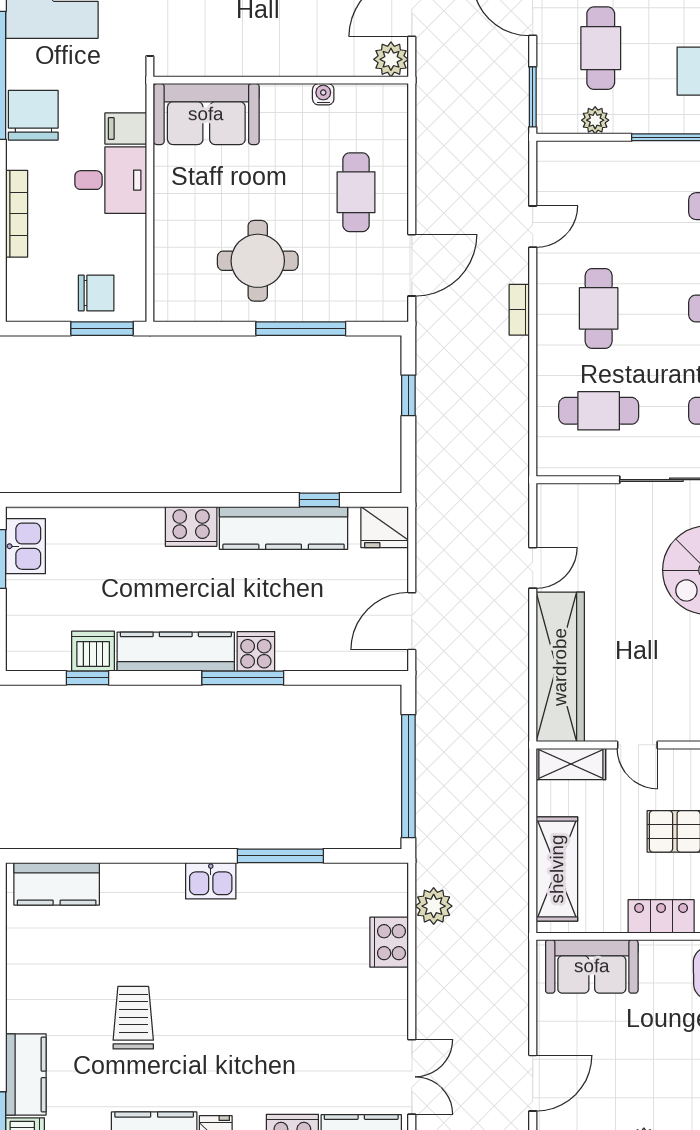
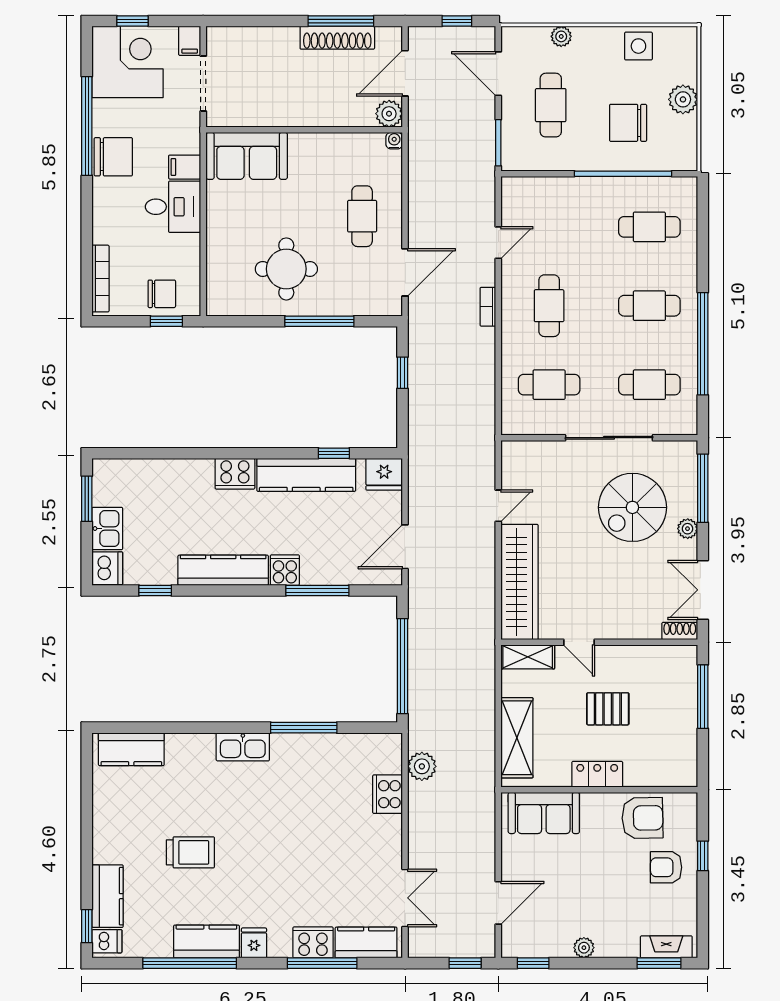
water cooler: (323, 94) -> (394, 141), moved
chair: (33, 115) -> (113, 157), turned 90
plant: (595, 120) -> (546, 161), removed
bookcase: (17, 214) -> (100, 279), moved
window: (102, 329) -> (166, 321), width x0.67
kitchen sink: (25, 546) -> (107, 528), moved
dishwasher: (93, 651) -> (107, 568), moved, turned 90
window: (243, 678) -> (317, 590), moved
kitchen sink: (211, 881) -> (243, 747), width x1.38
trolley: (133, 1018) -> (190, 852), turned 90

